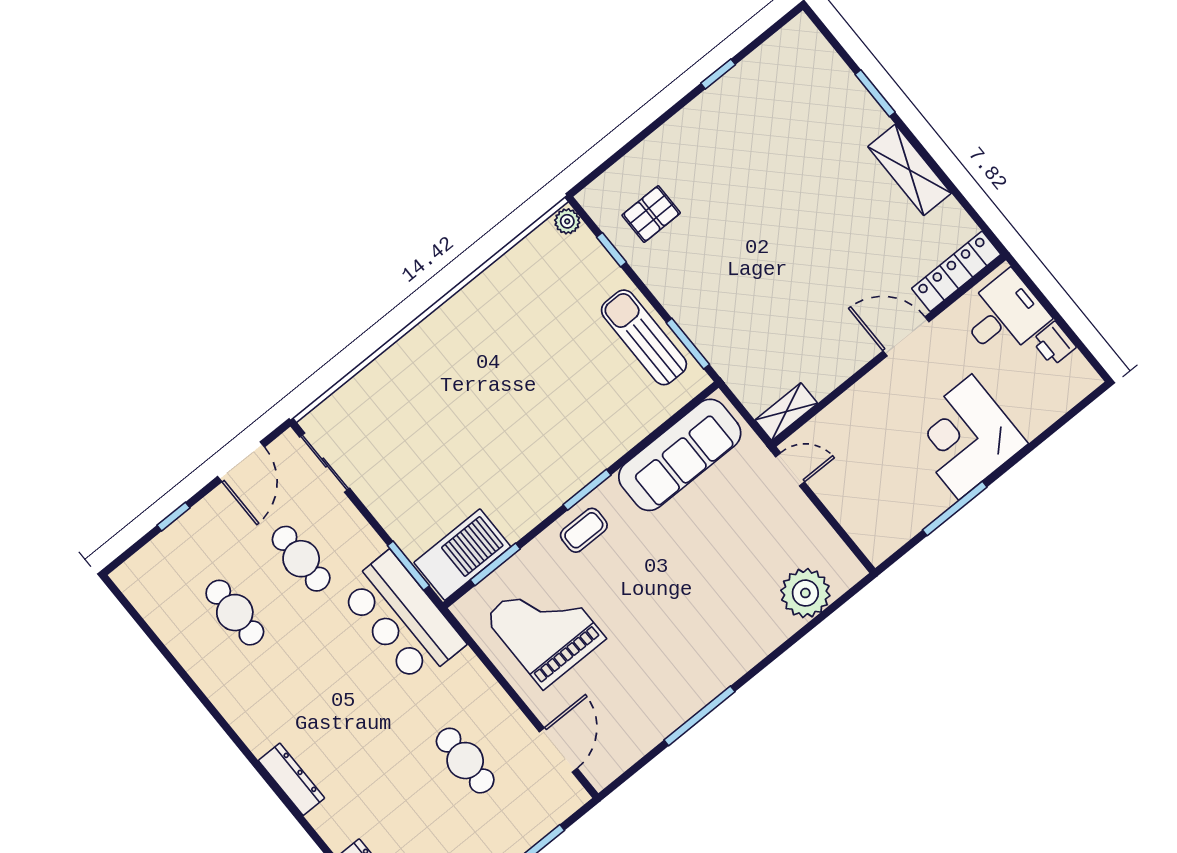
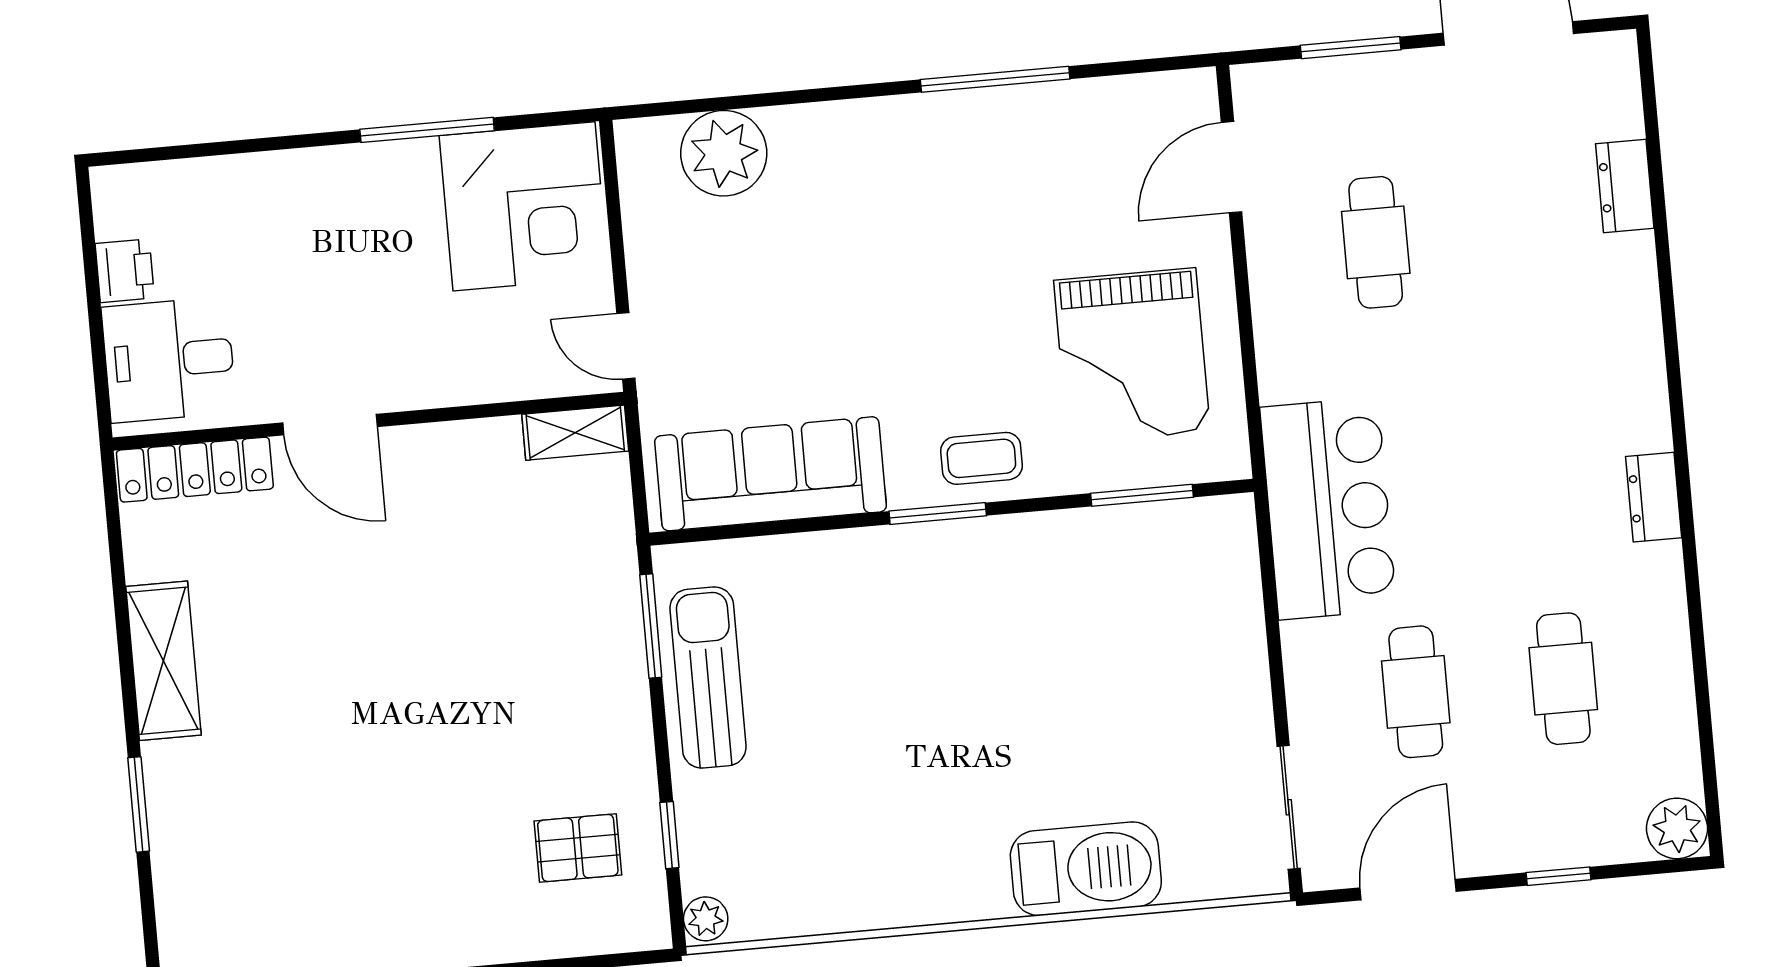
sun lounger: (644, 337) -> (708, 677), turned 180
corner desk: (965, 437) -> (524, 206), moved
barbecue: (462, 555) -> (1086, 869), moved, turned 180
window: (408, 566) -> (1268, 578), removed
plant: (132, 578) -> (1677, 828), added
dresser: (292, 779) -> (1654, 497), moved, width x0.70

